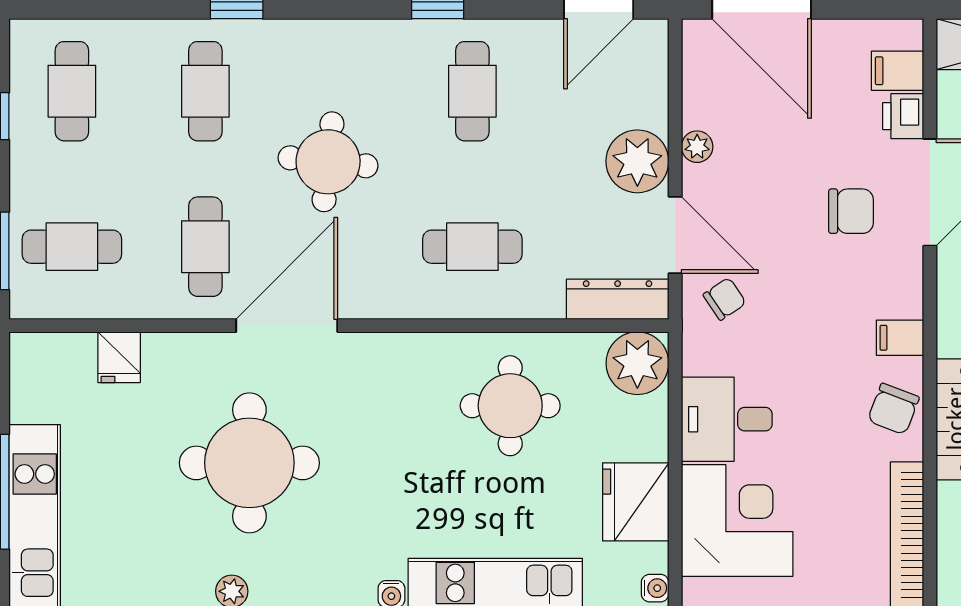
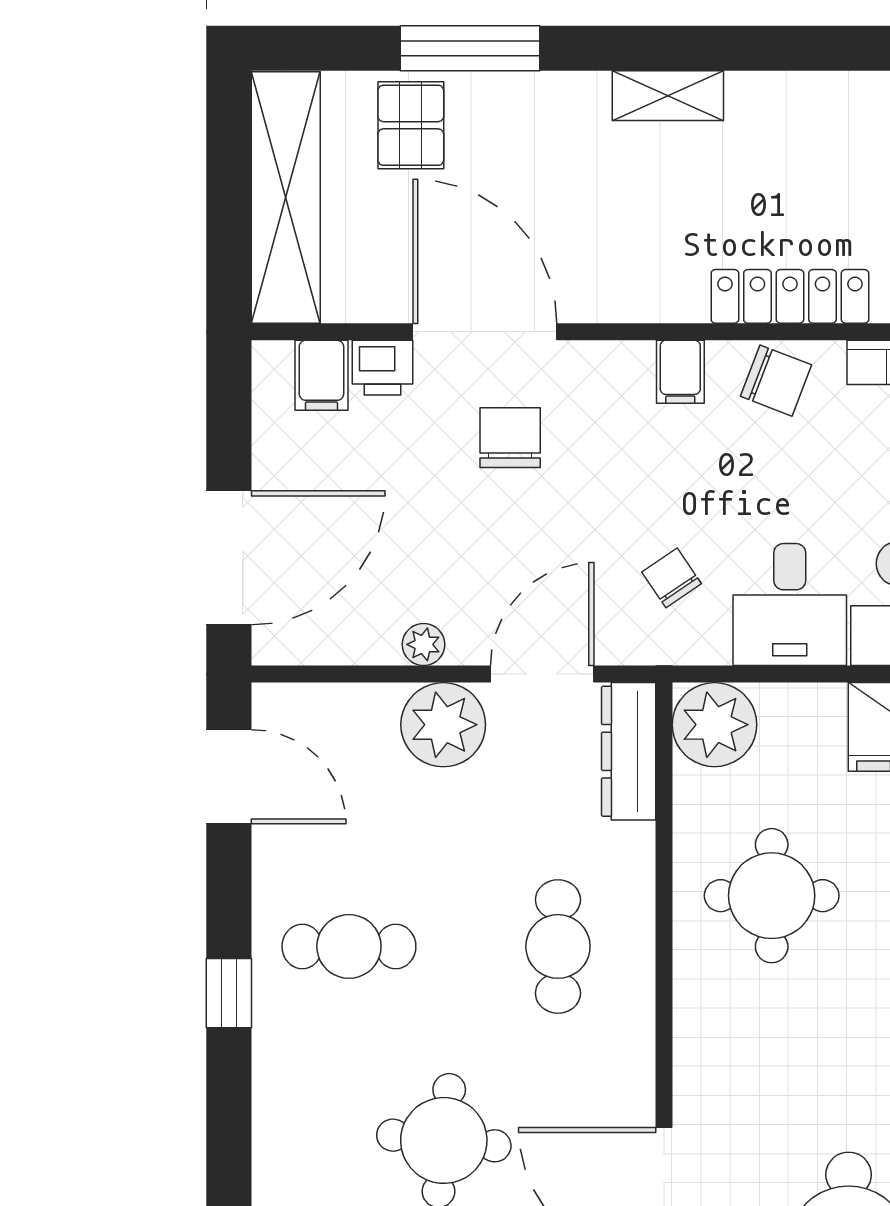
chair: (725, 299) -> (672, 578), moved

